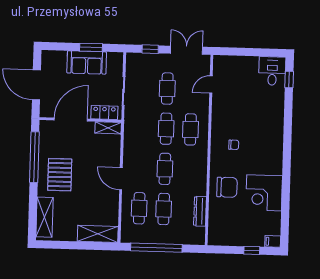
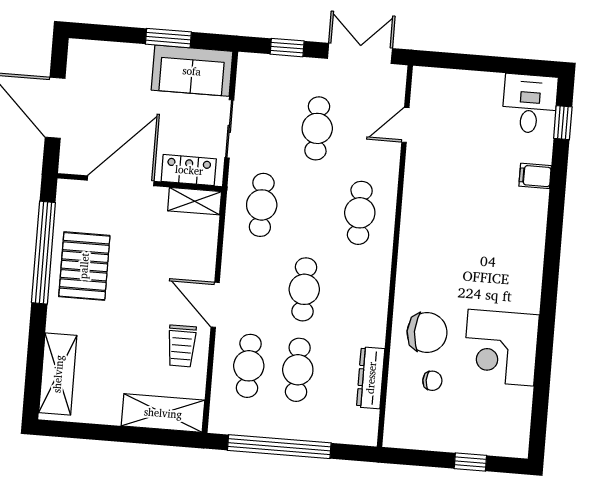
sofa: (87, 62) -> (192, 71), moved
cafe table: (166, 129) -> (262, 205), moved
chair: (234, 145) -> (432, 381), moved
pallet: (60, 175) -> (84, 266), moved
trolley: (105, 200) -> (182, 346), added
filing cabinet: (273, 241) -> (535, 176), moved

